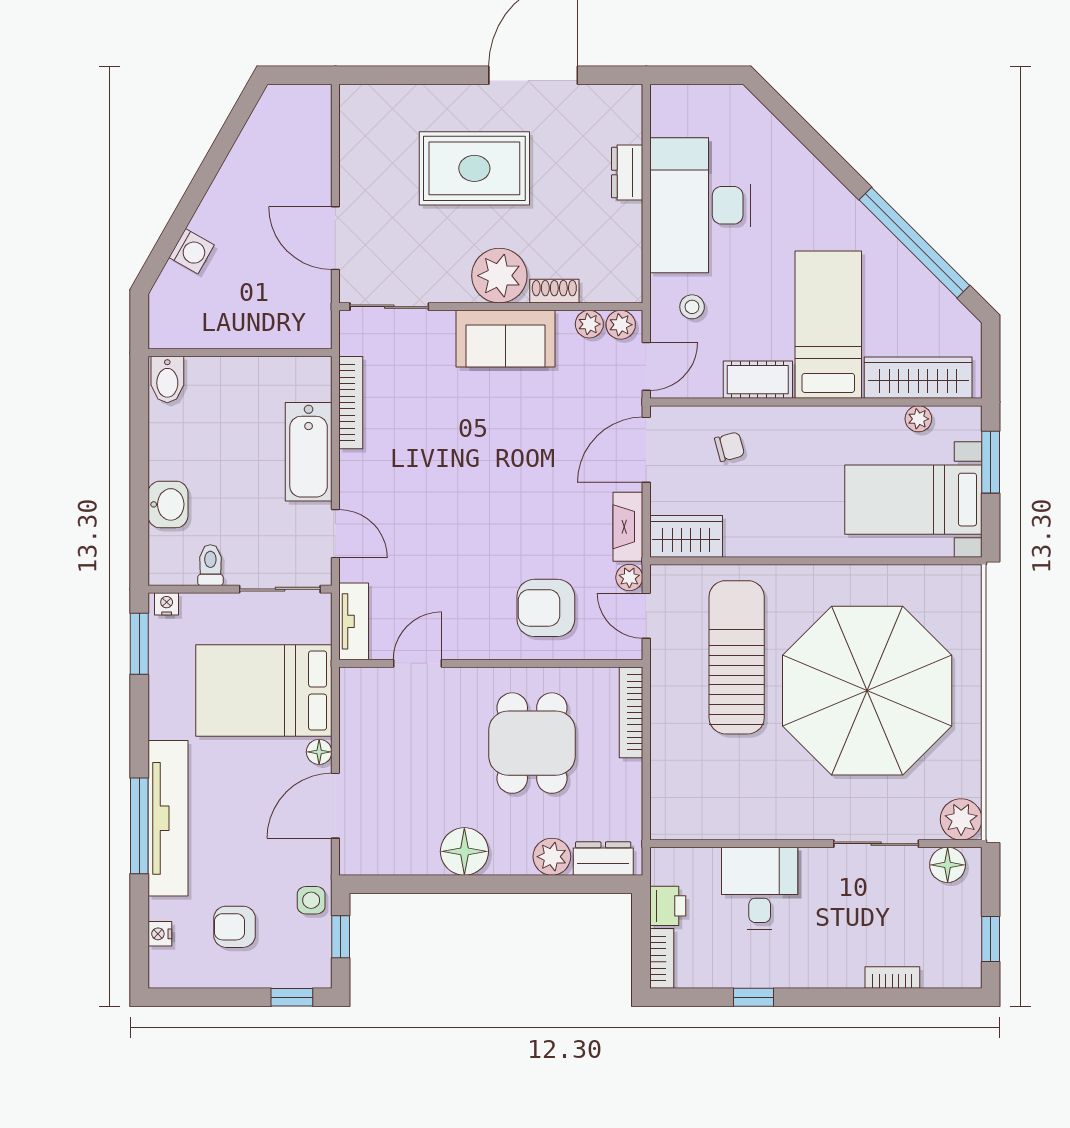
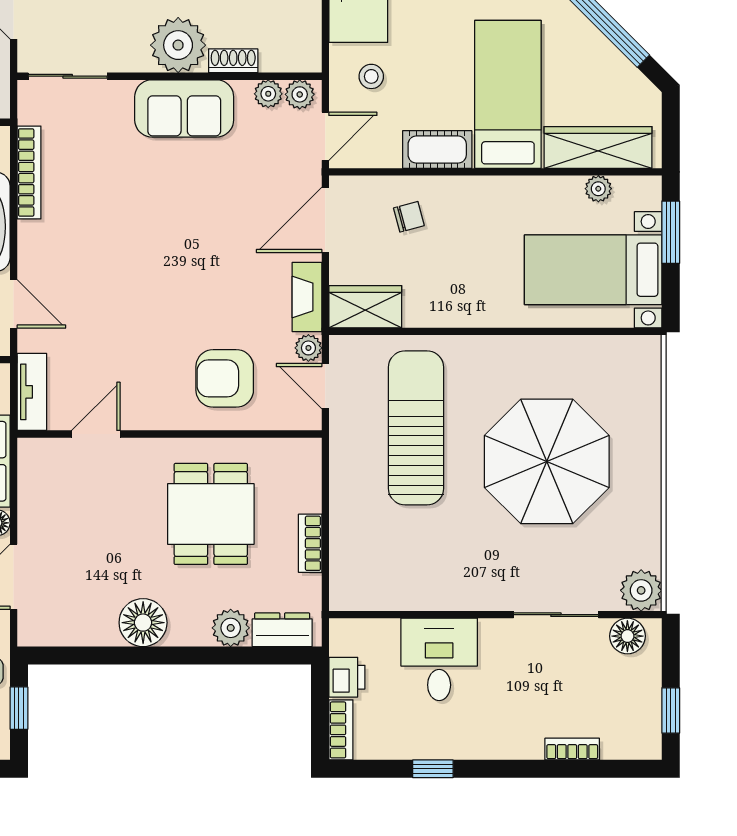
parasol: (867, 691) -> (547, 461), width x0.73, depth x0.73
bookcase: (631, 712) -> (310, 543), moved, width x0.64

